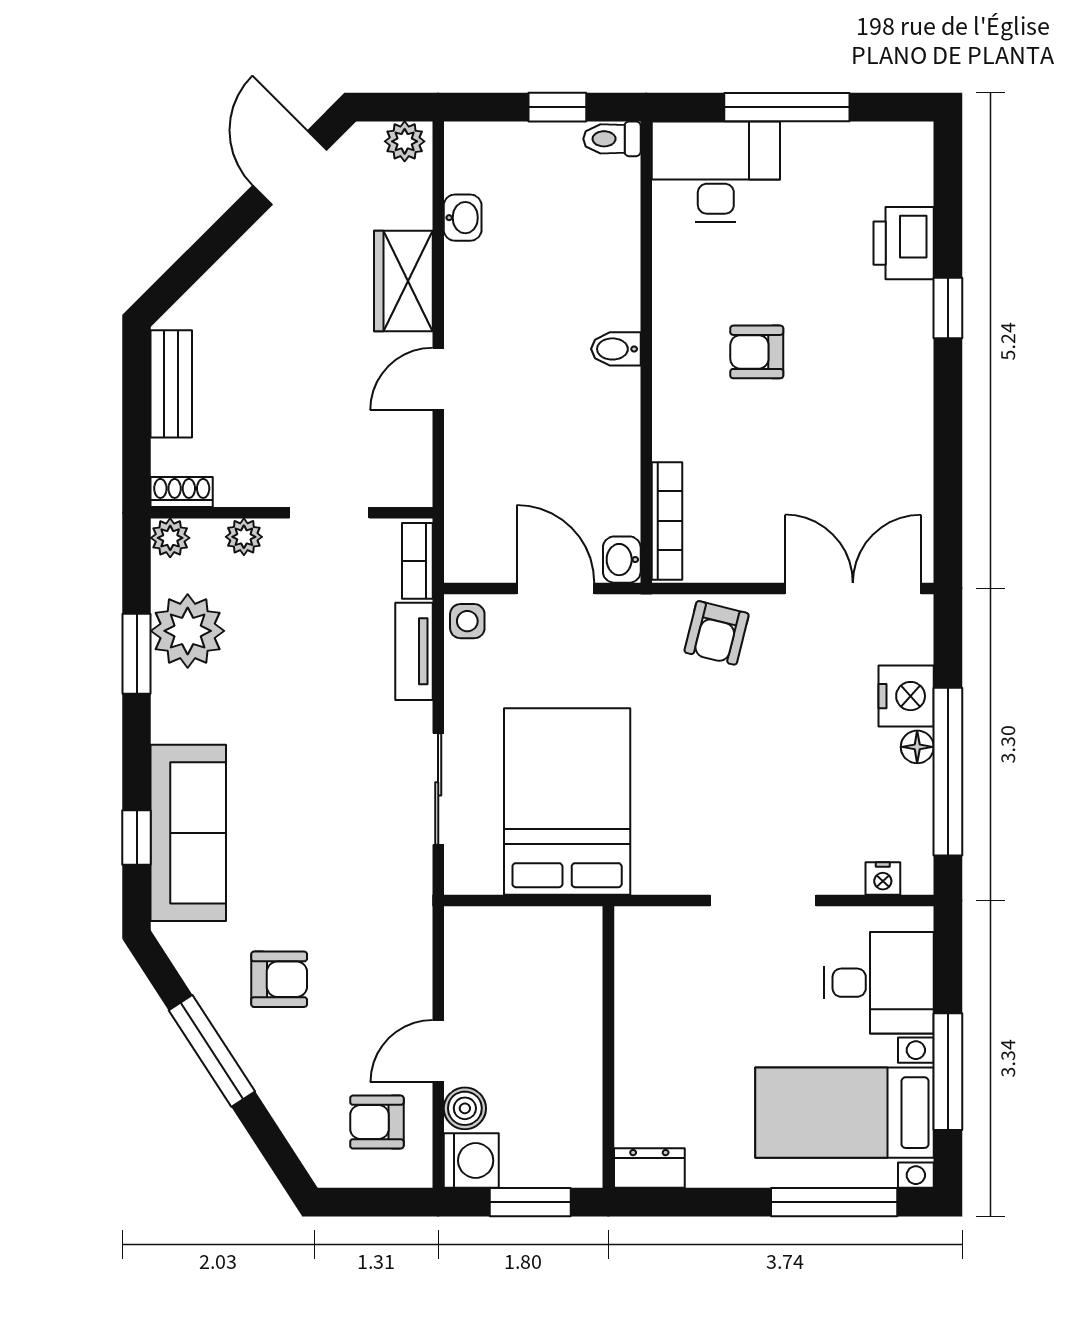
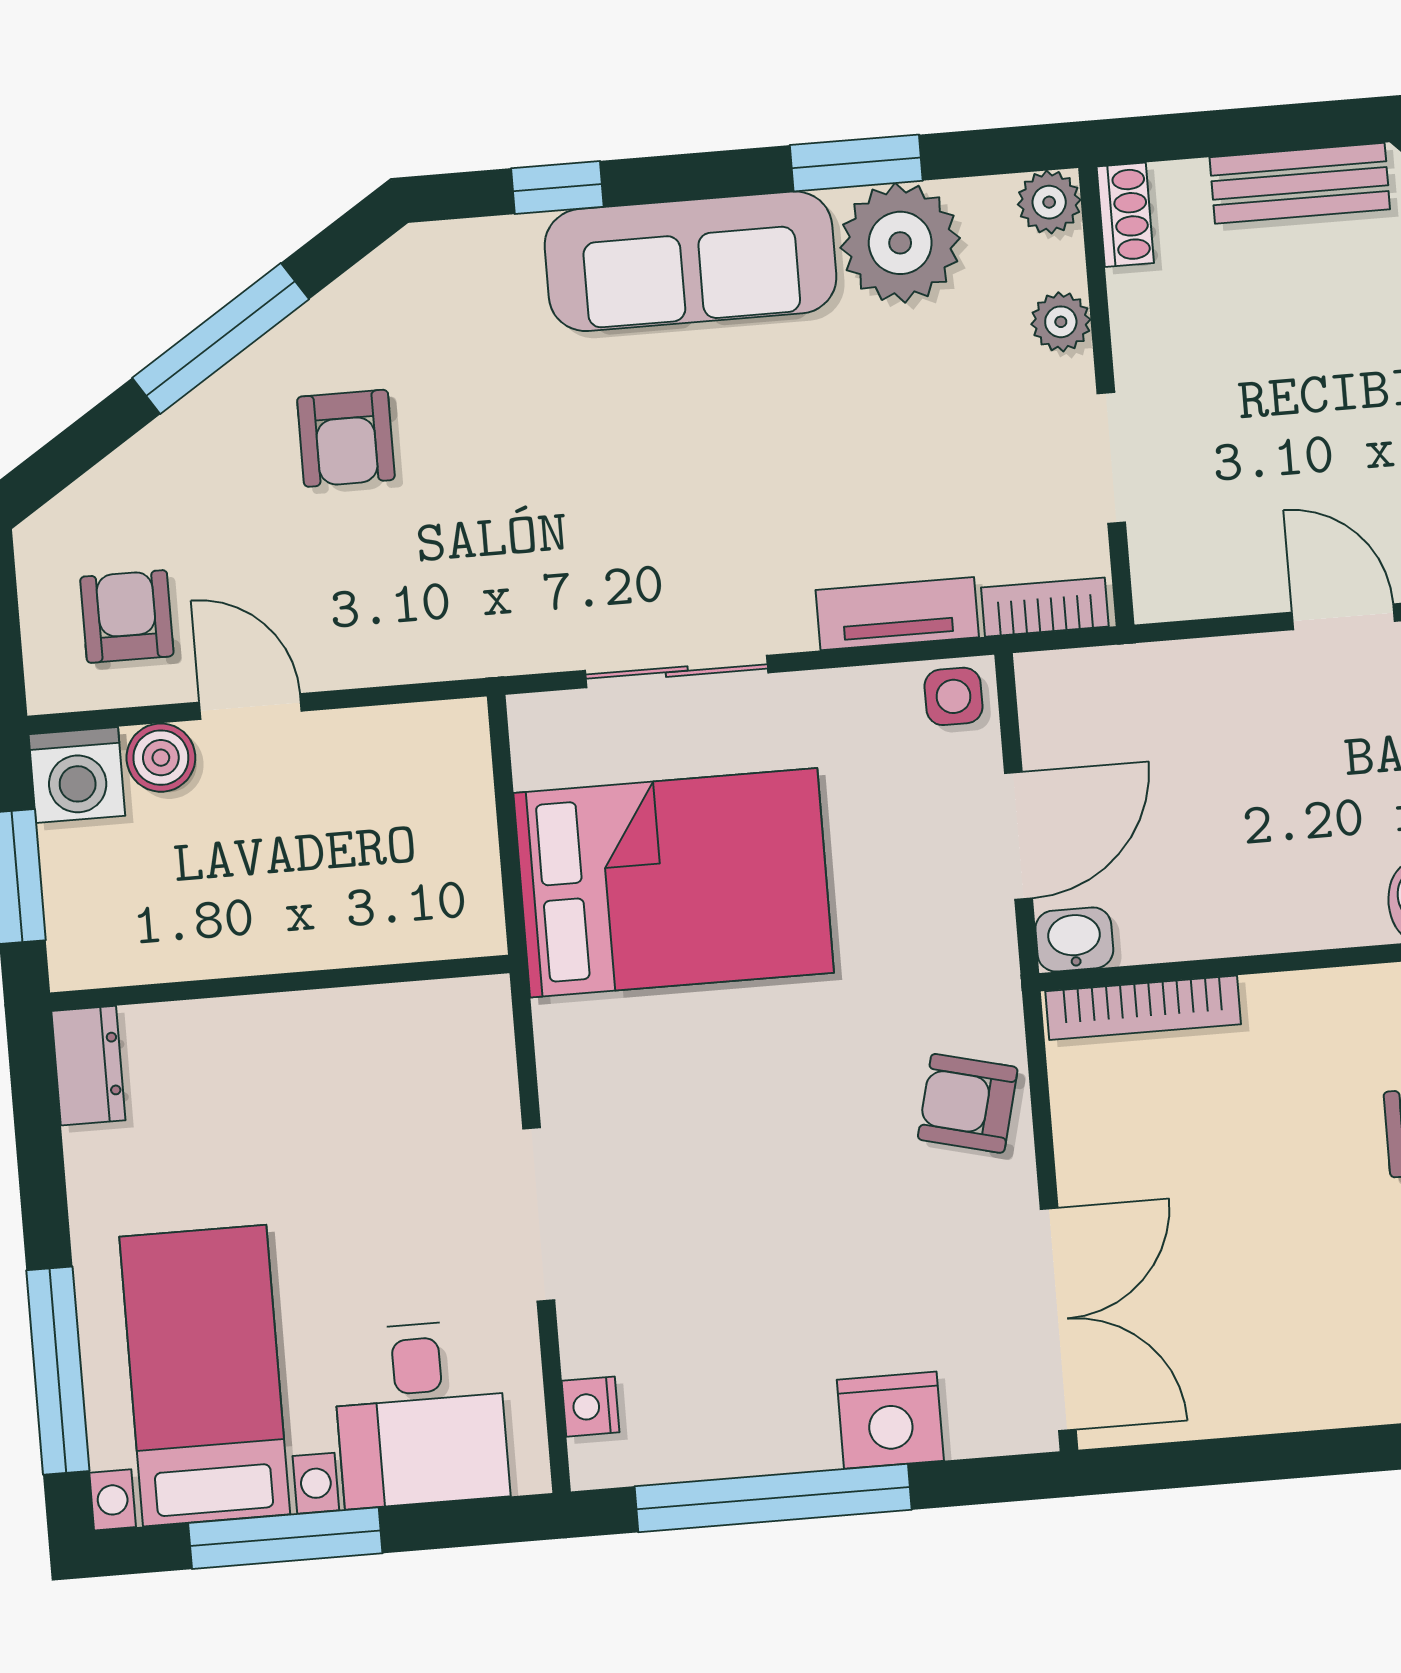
floor lamp: (917, 747) -> (809, 1445), removed
sofa: (188, 833) -> (691, 261), moved

